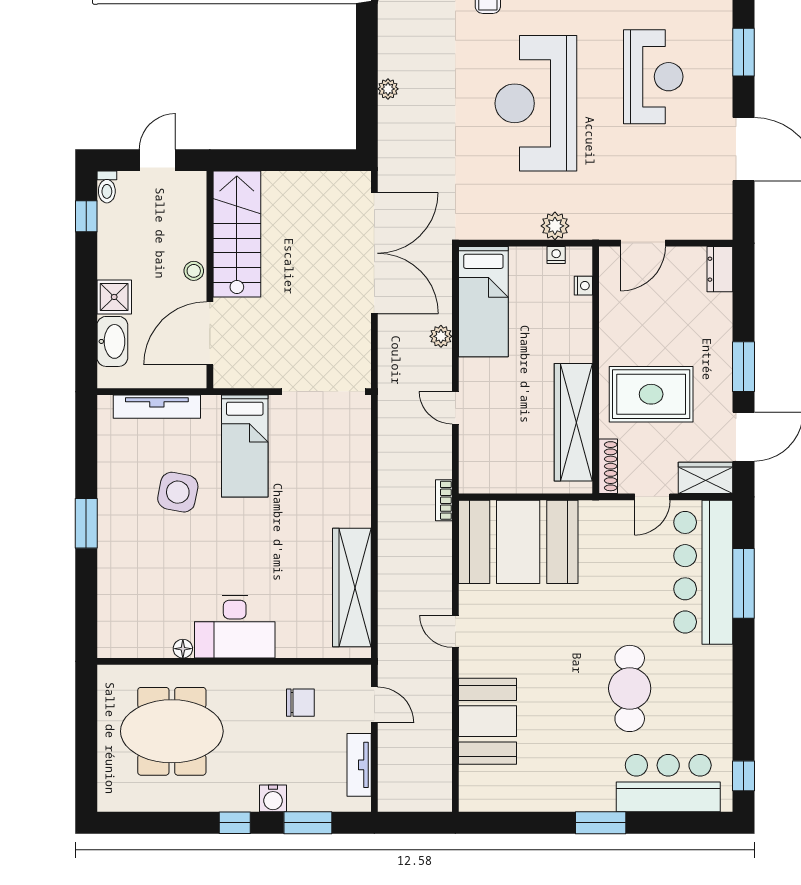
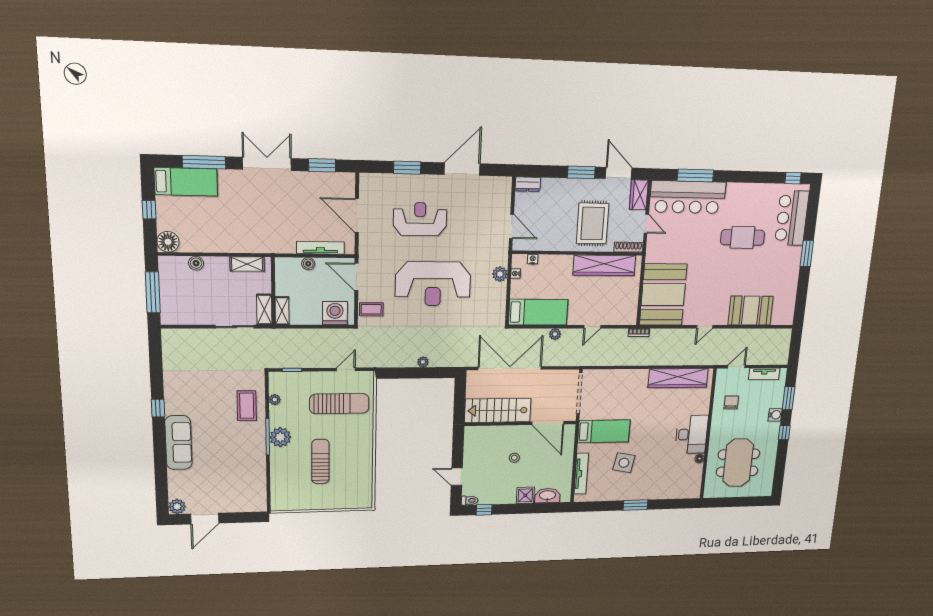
stairs: (237, 234) -> (498, 410), moved
wall: (210, 280) -> (521, 423), moved
door: (210, 333) -> (548, 423), moved

